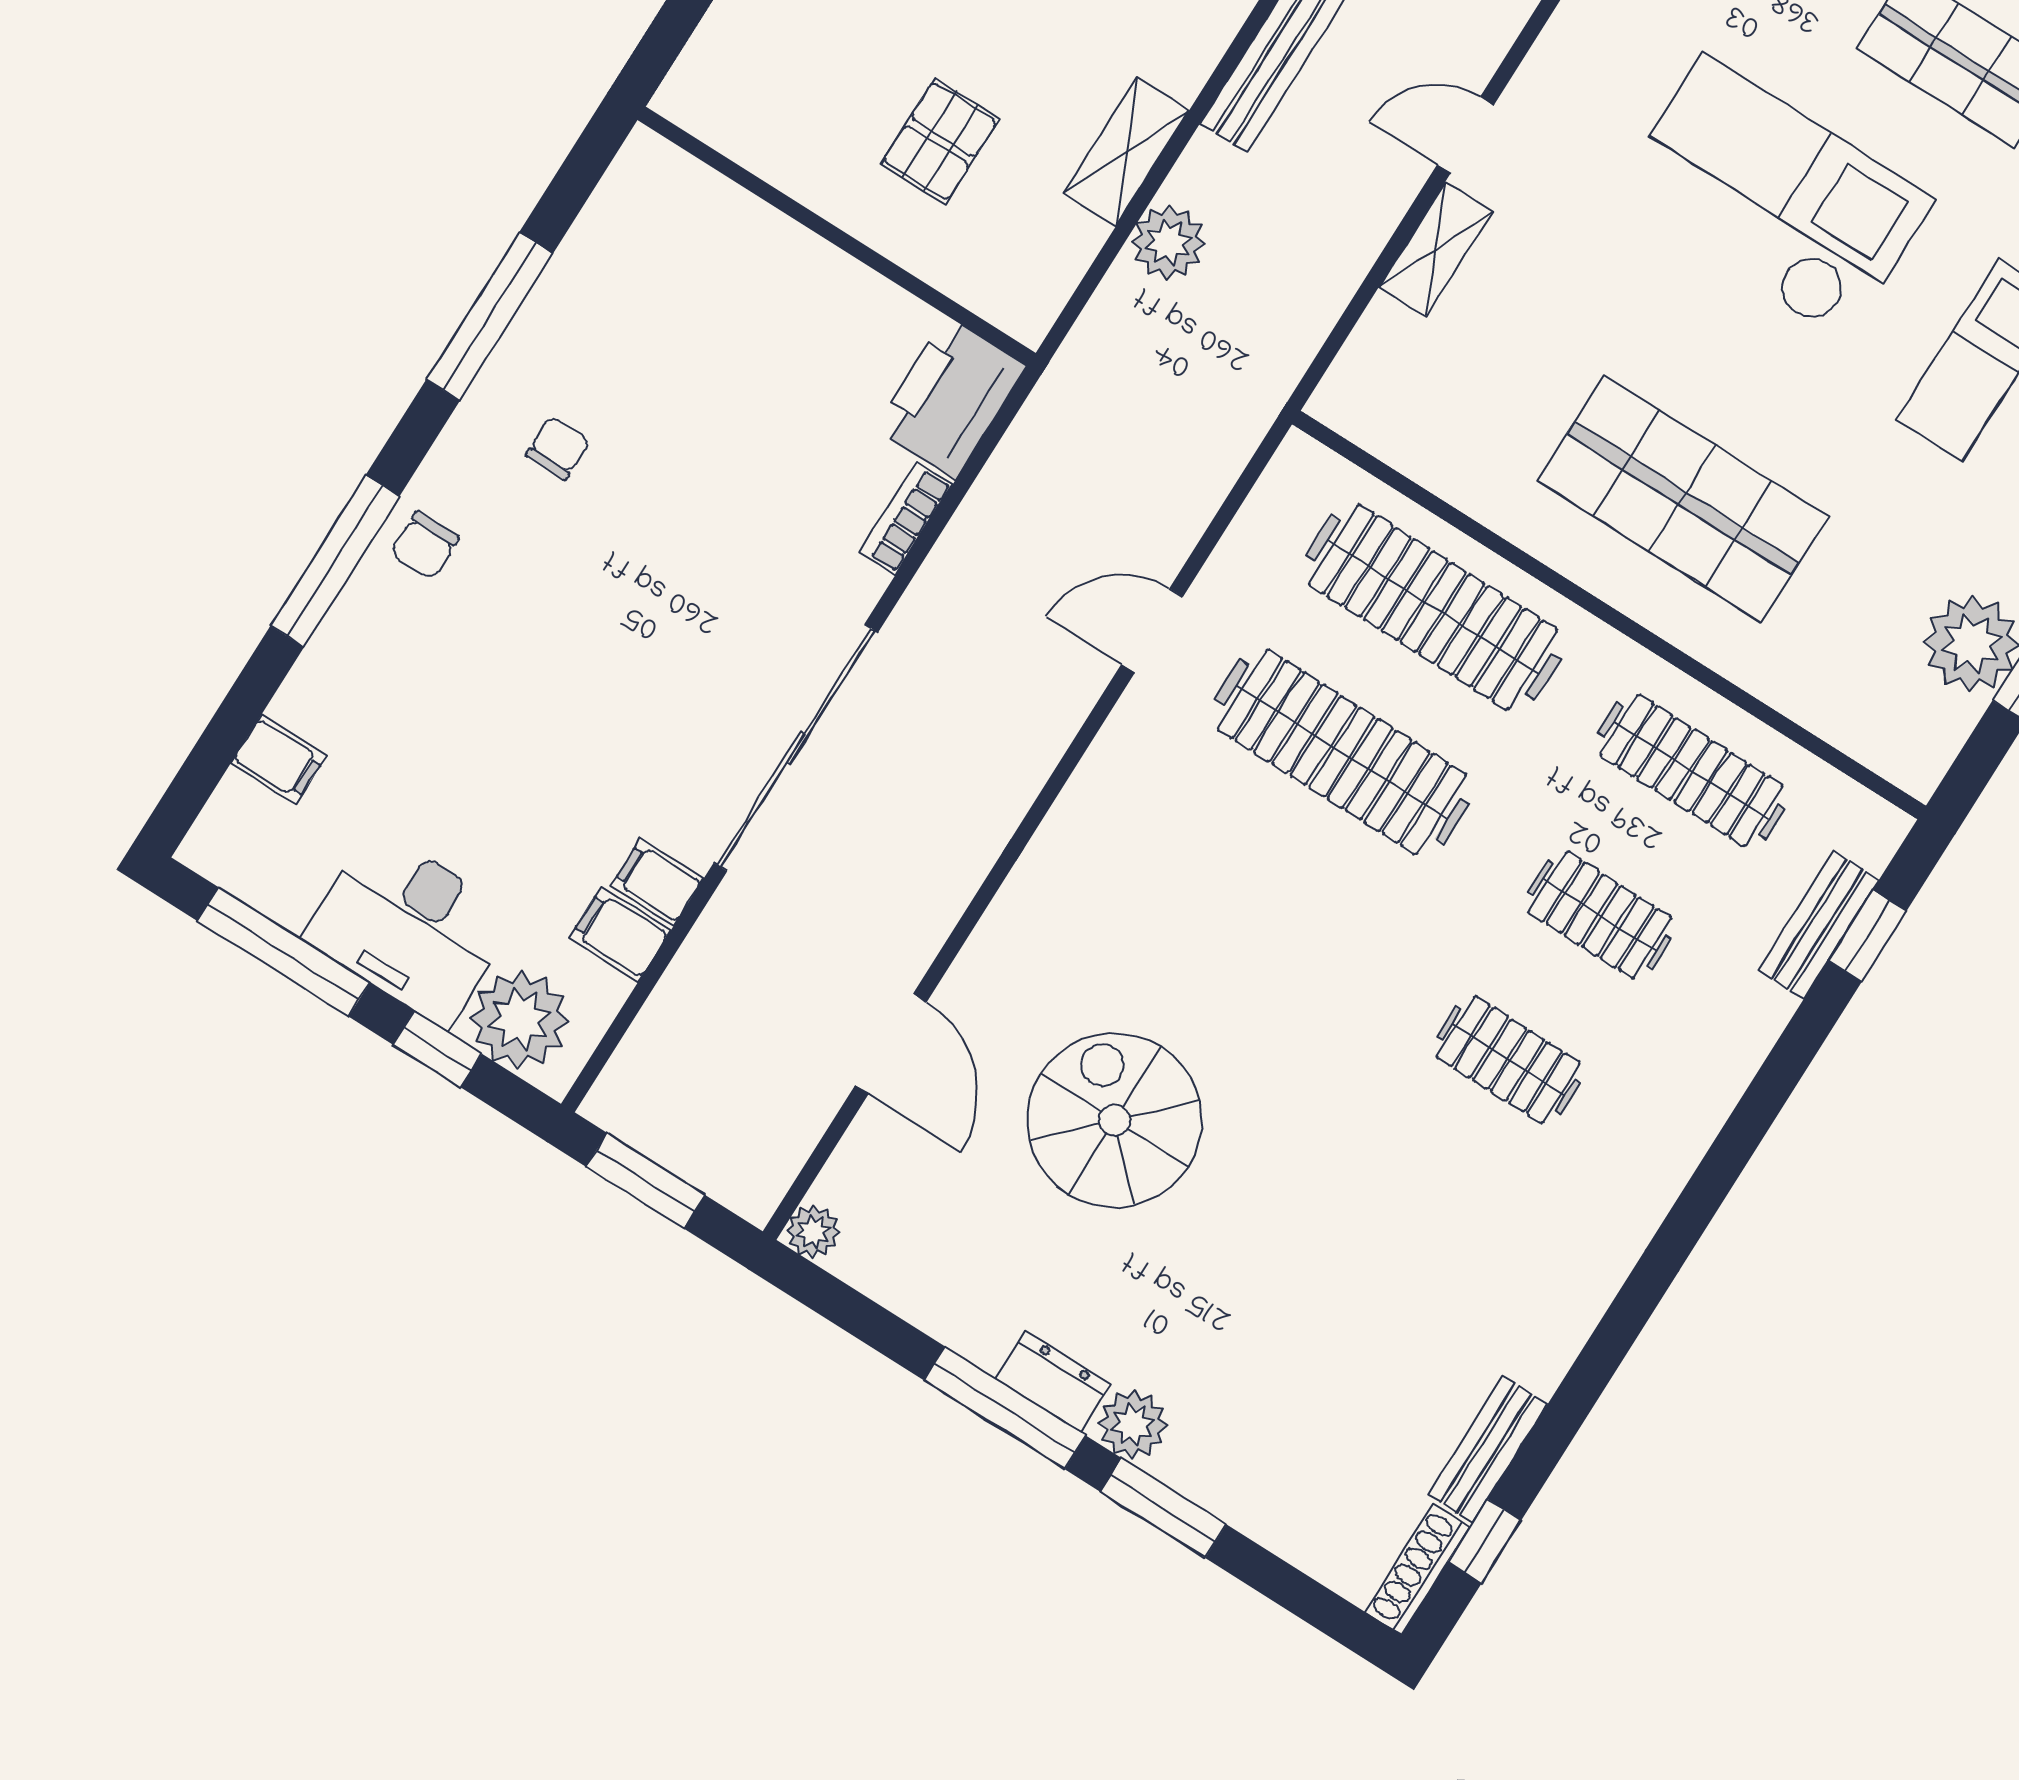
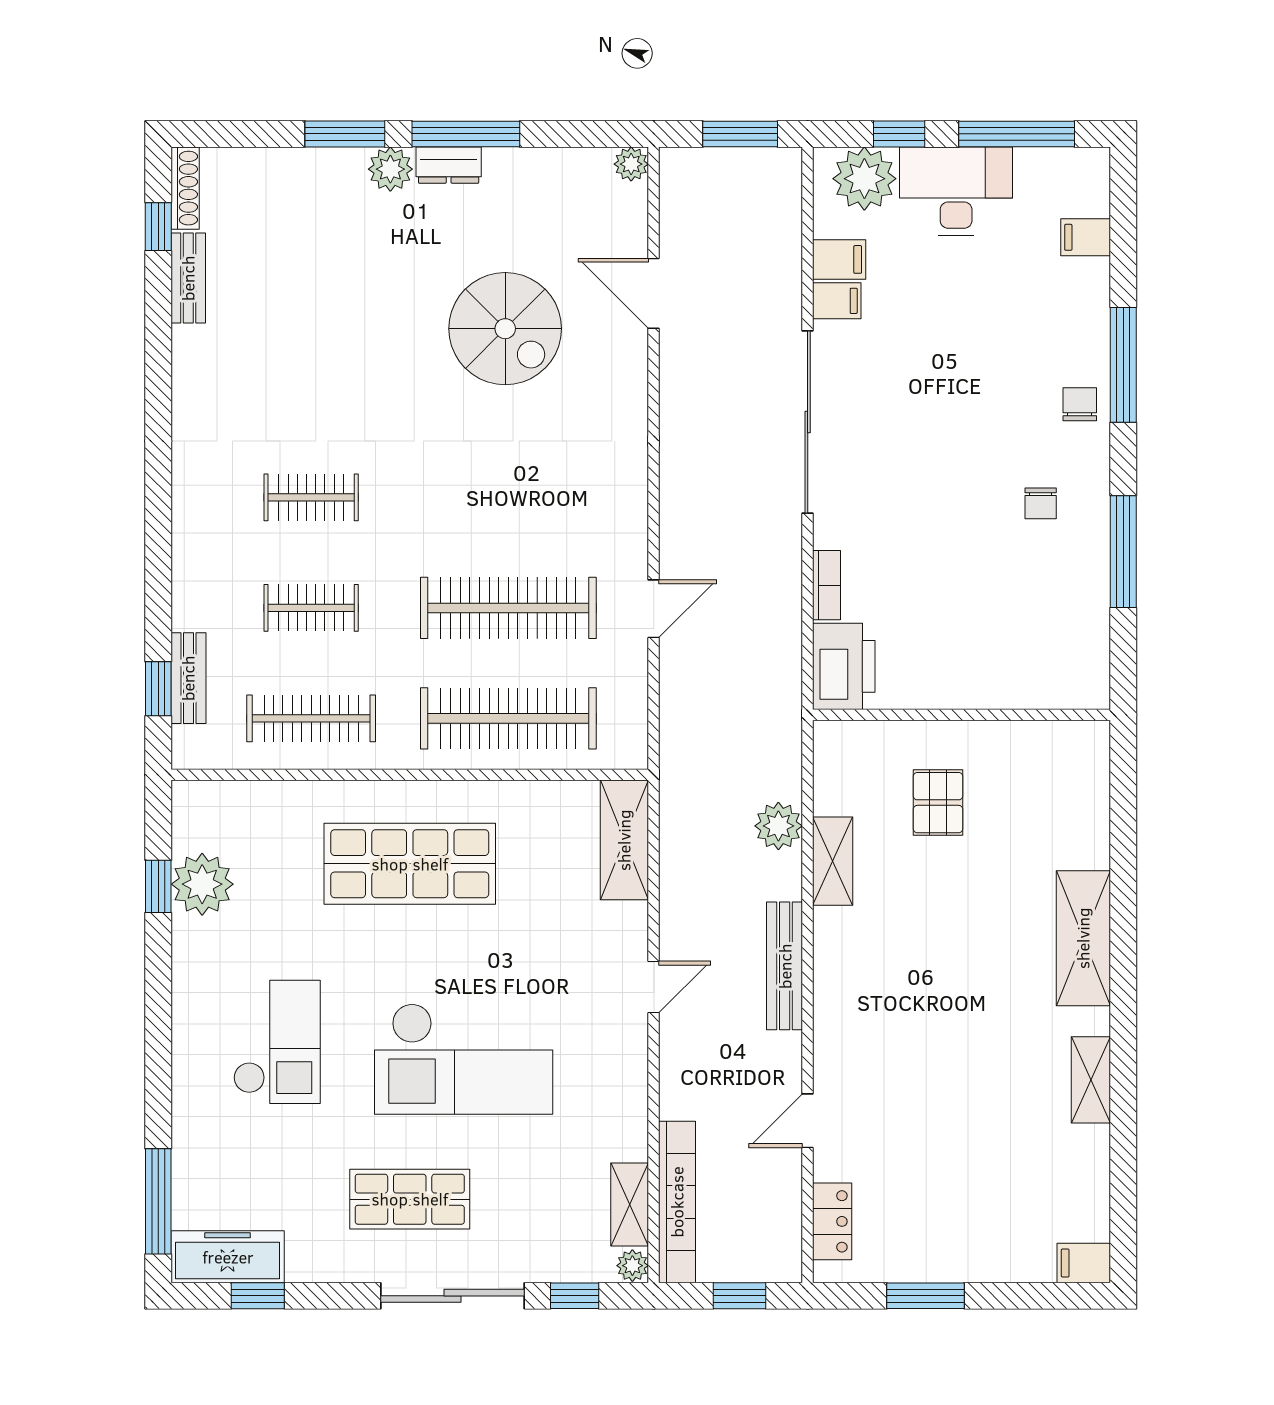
shelving: (1436, 249) -> (624, 840), moved, width x1.50, depth x1.33

